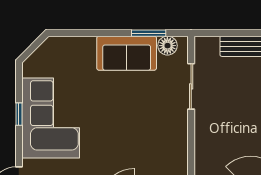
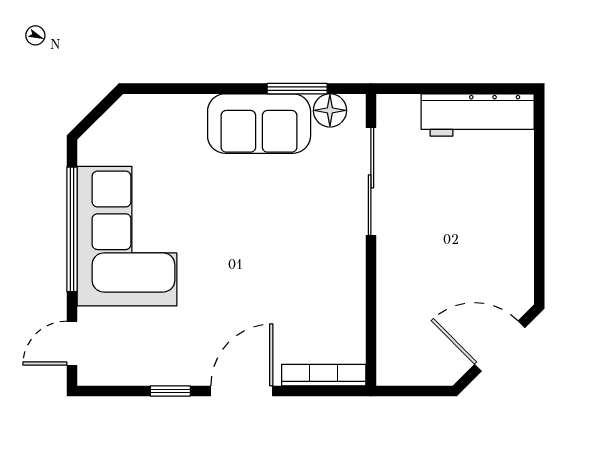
sliding door: (191, 86) -> (371, 181), width x1.37
window: (19, 114) -> (72, 229), width x3.17

